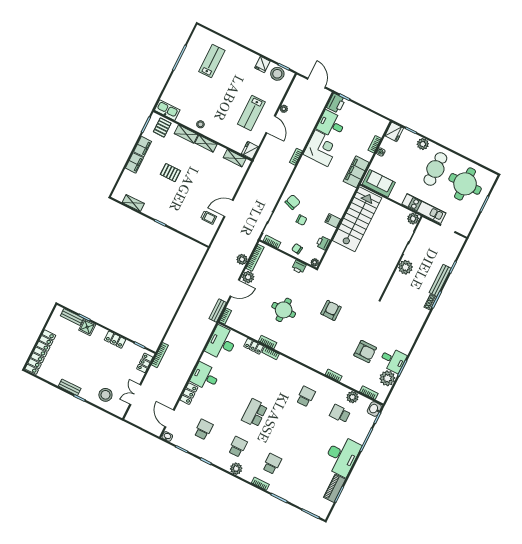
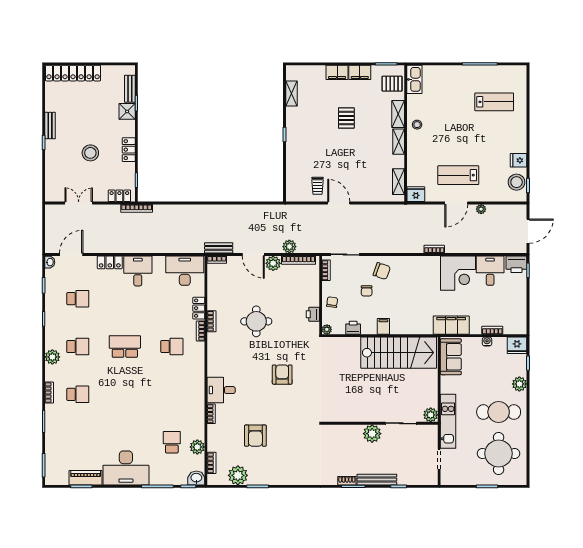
armchair: (331, 310) -> (282, 375), turned -90
desk: (393, 360) -> (221, 390), moved, turned 90
stool: (105, 395) -> (90, 153), moved
school desk: (306, 397) -> (172, 347), moved

